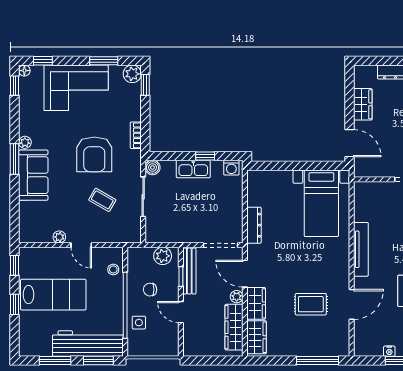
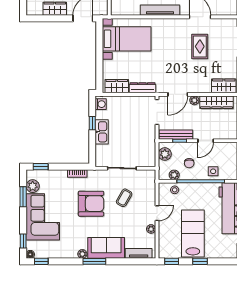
plant: (132, 74) -> (33, 186), moved
boiler: (152, 167) -> (101, 161), removed
tv unit: (26, 220) -> (139, 253), added
plant: (134, 269) -> (174, 175), added
wardrobe: (256, 303) -> (117, 86), moved

